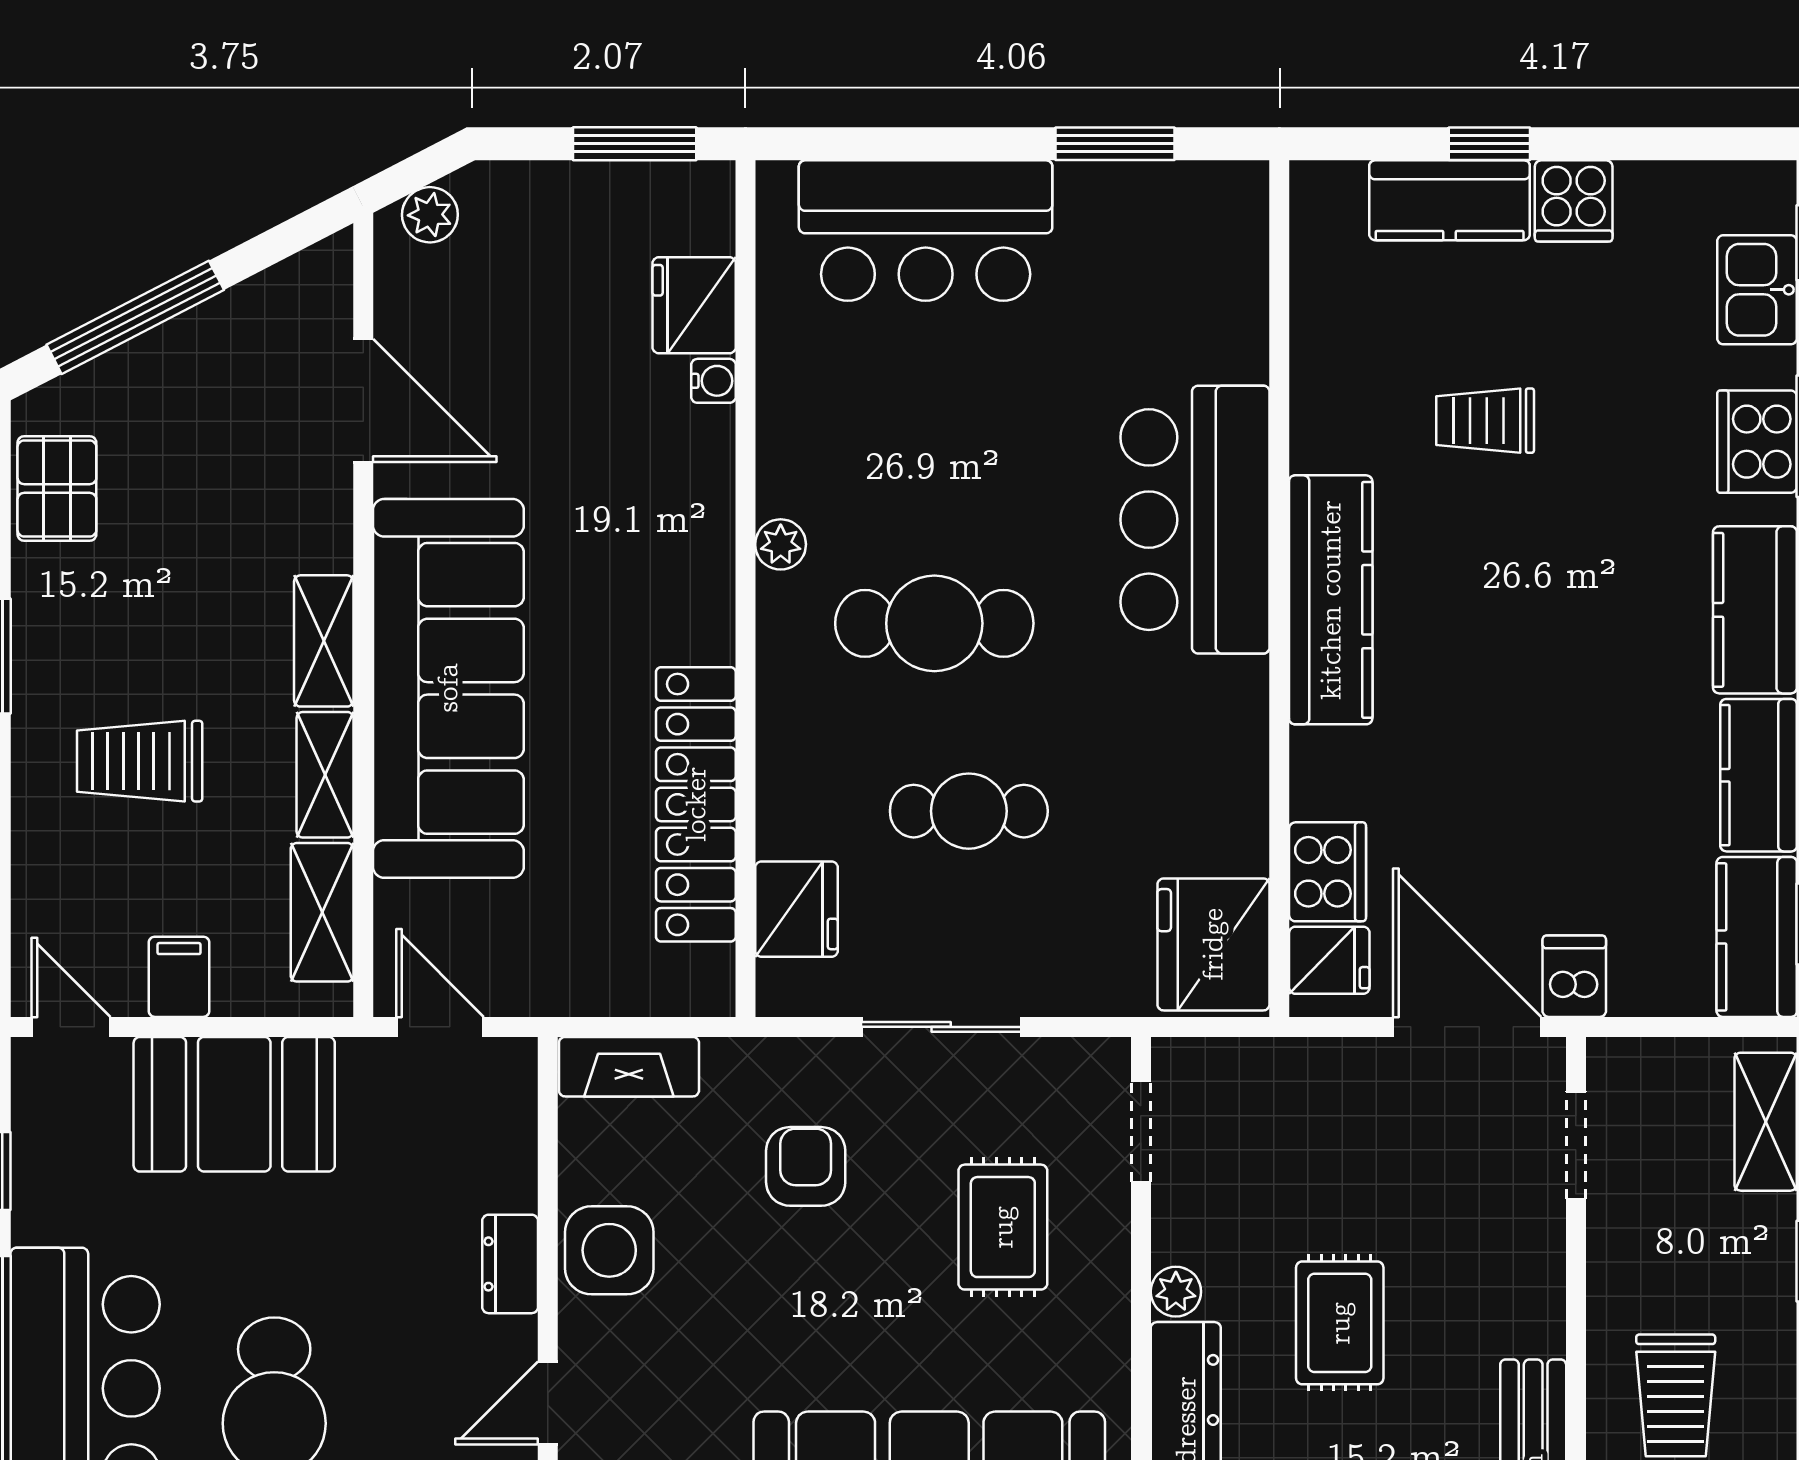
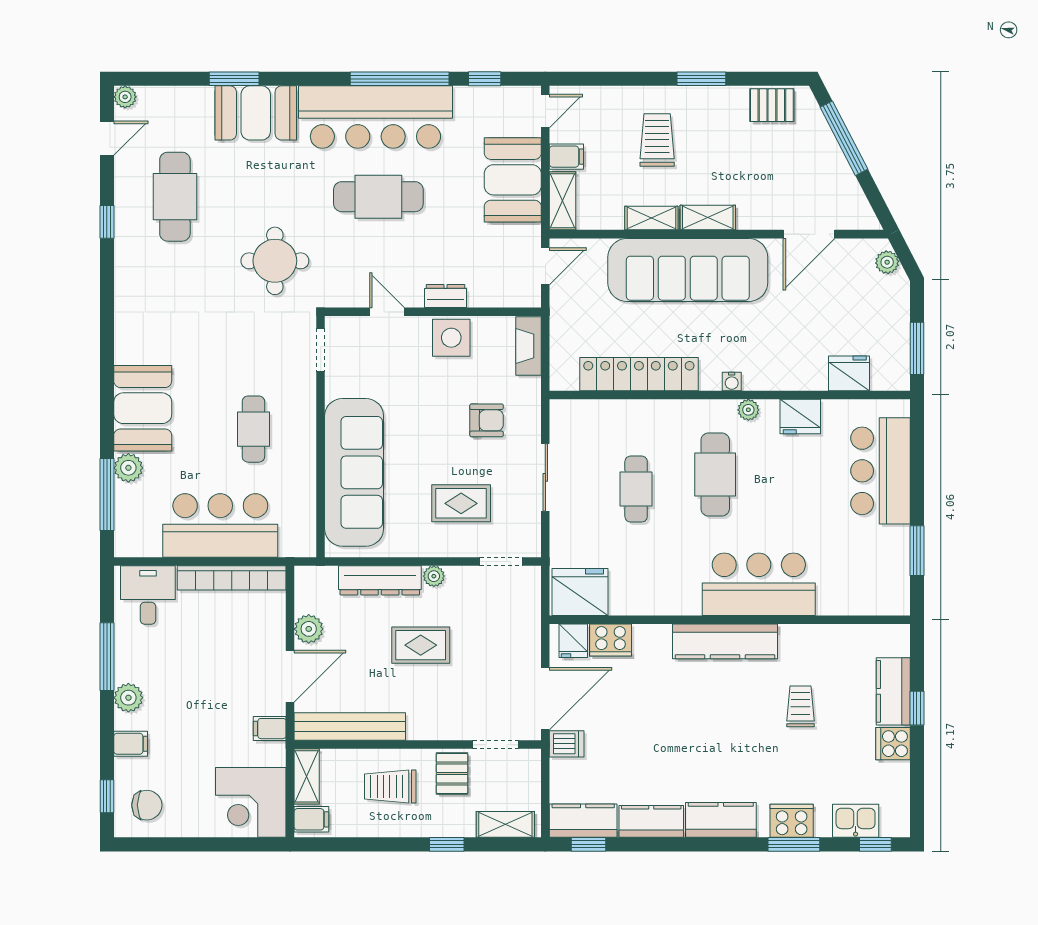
water cooler: (713, 381) -> (732, 382), moved
fridge: (796, 909) -> (800, 416), moved
shelving: (322, 912) -> (563, 201), moved, turned 90
pallet: (1645, 1248) -> (452, 773), added

